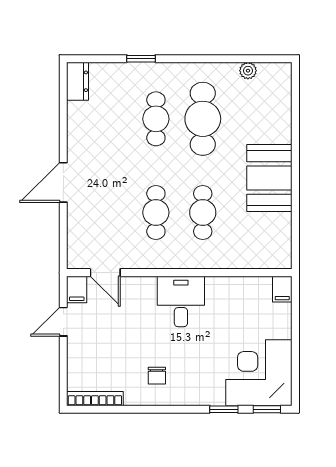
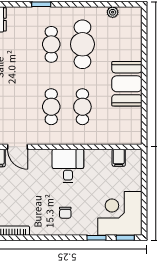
filing cabinet: (282, 289) -> (119, 158), moved
chair: (157, 376) -> (65, 213), moved

